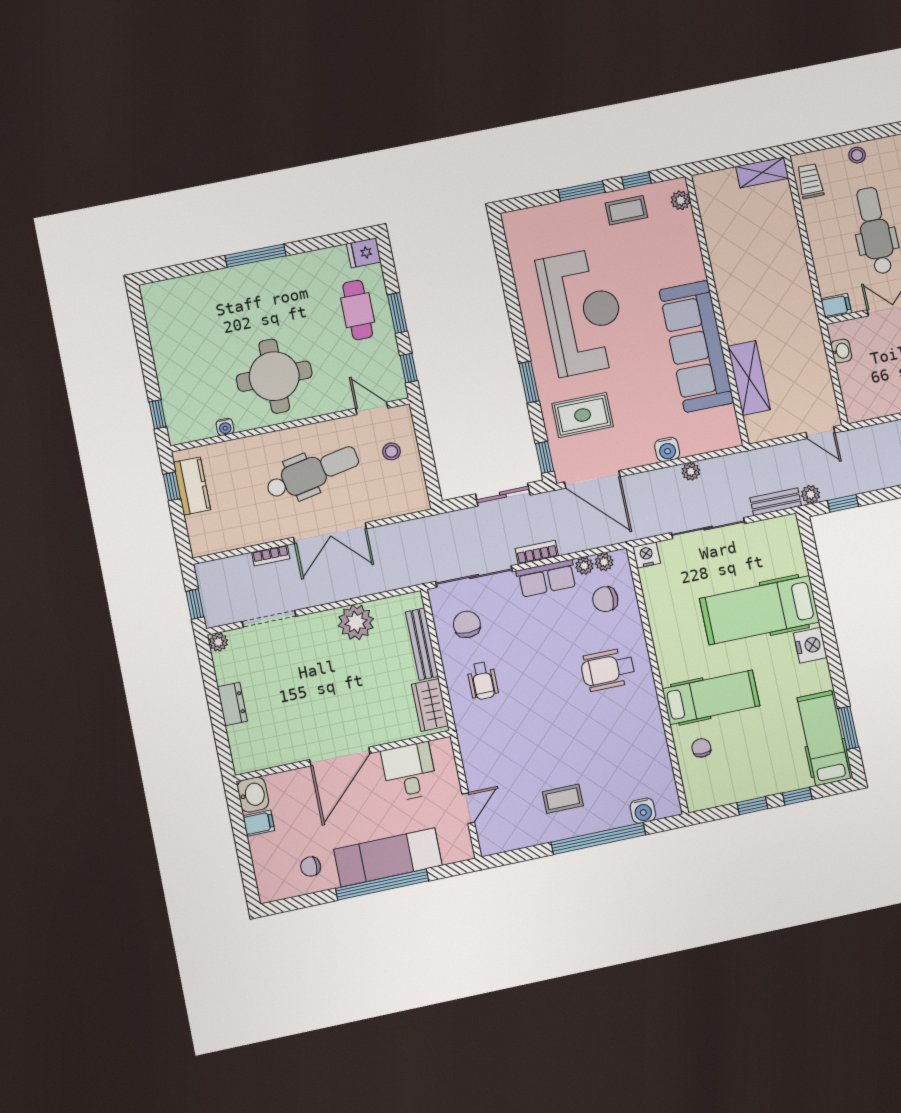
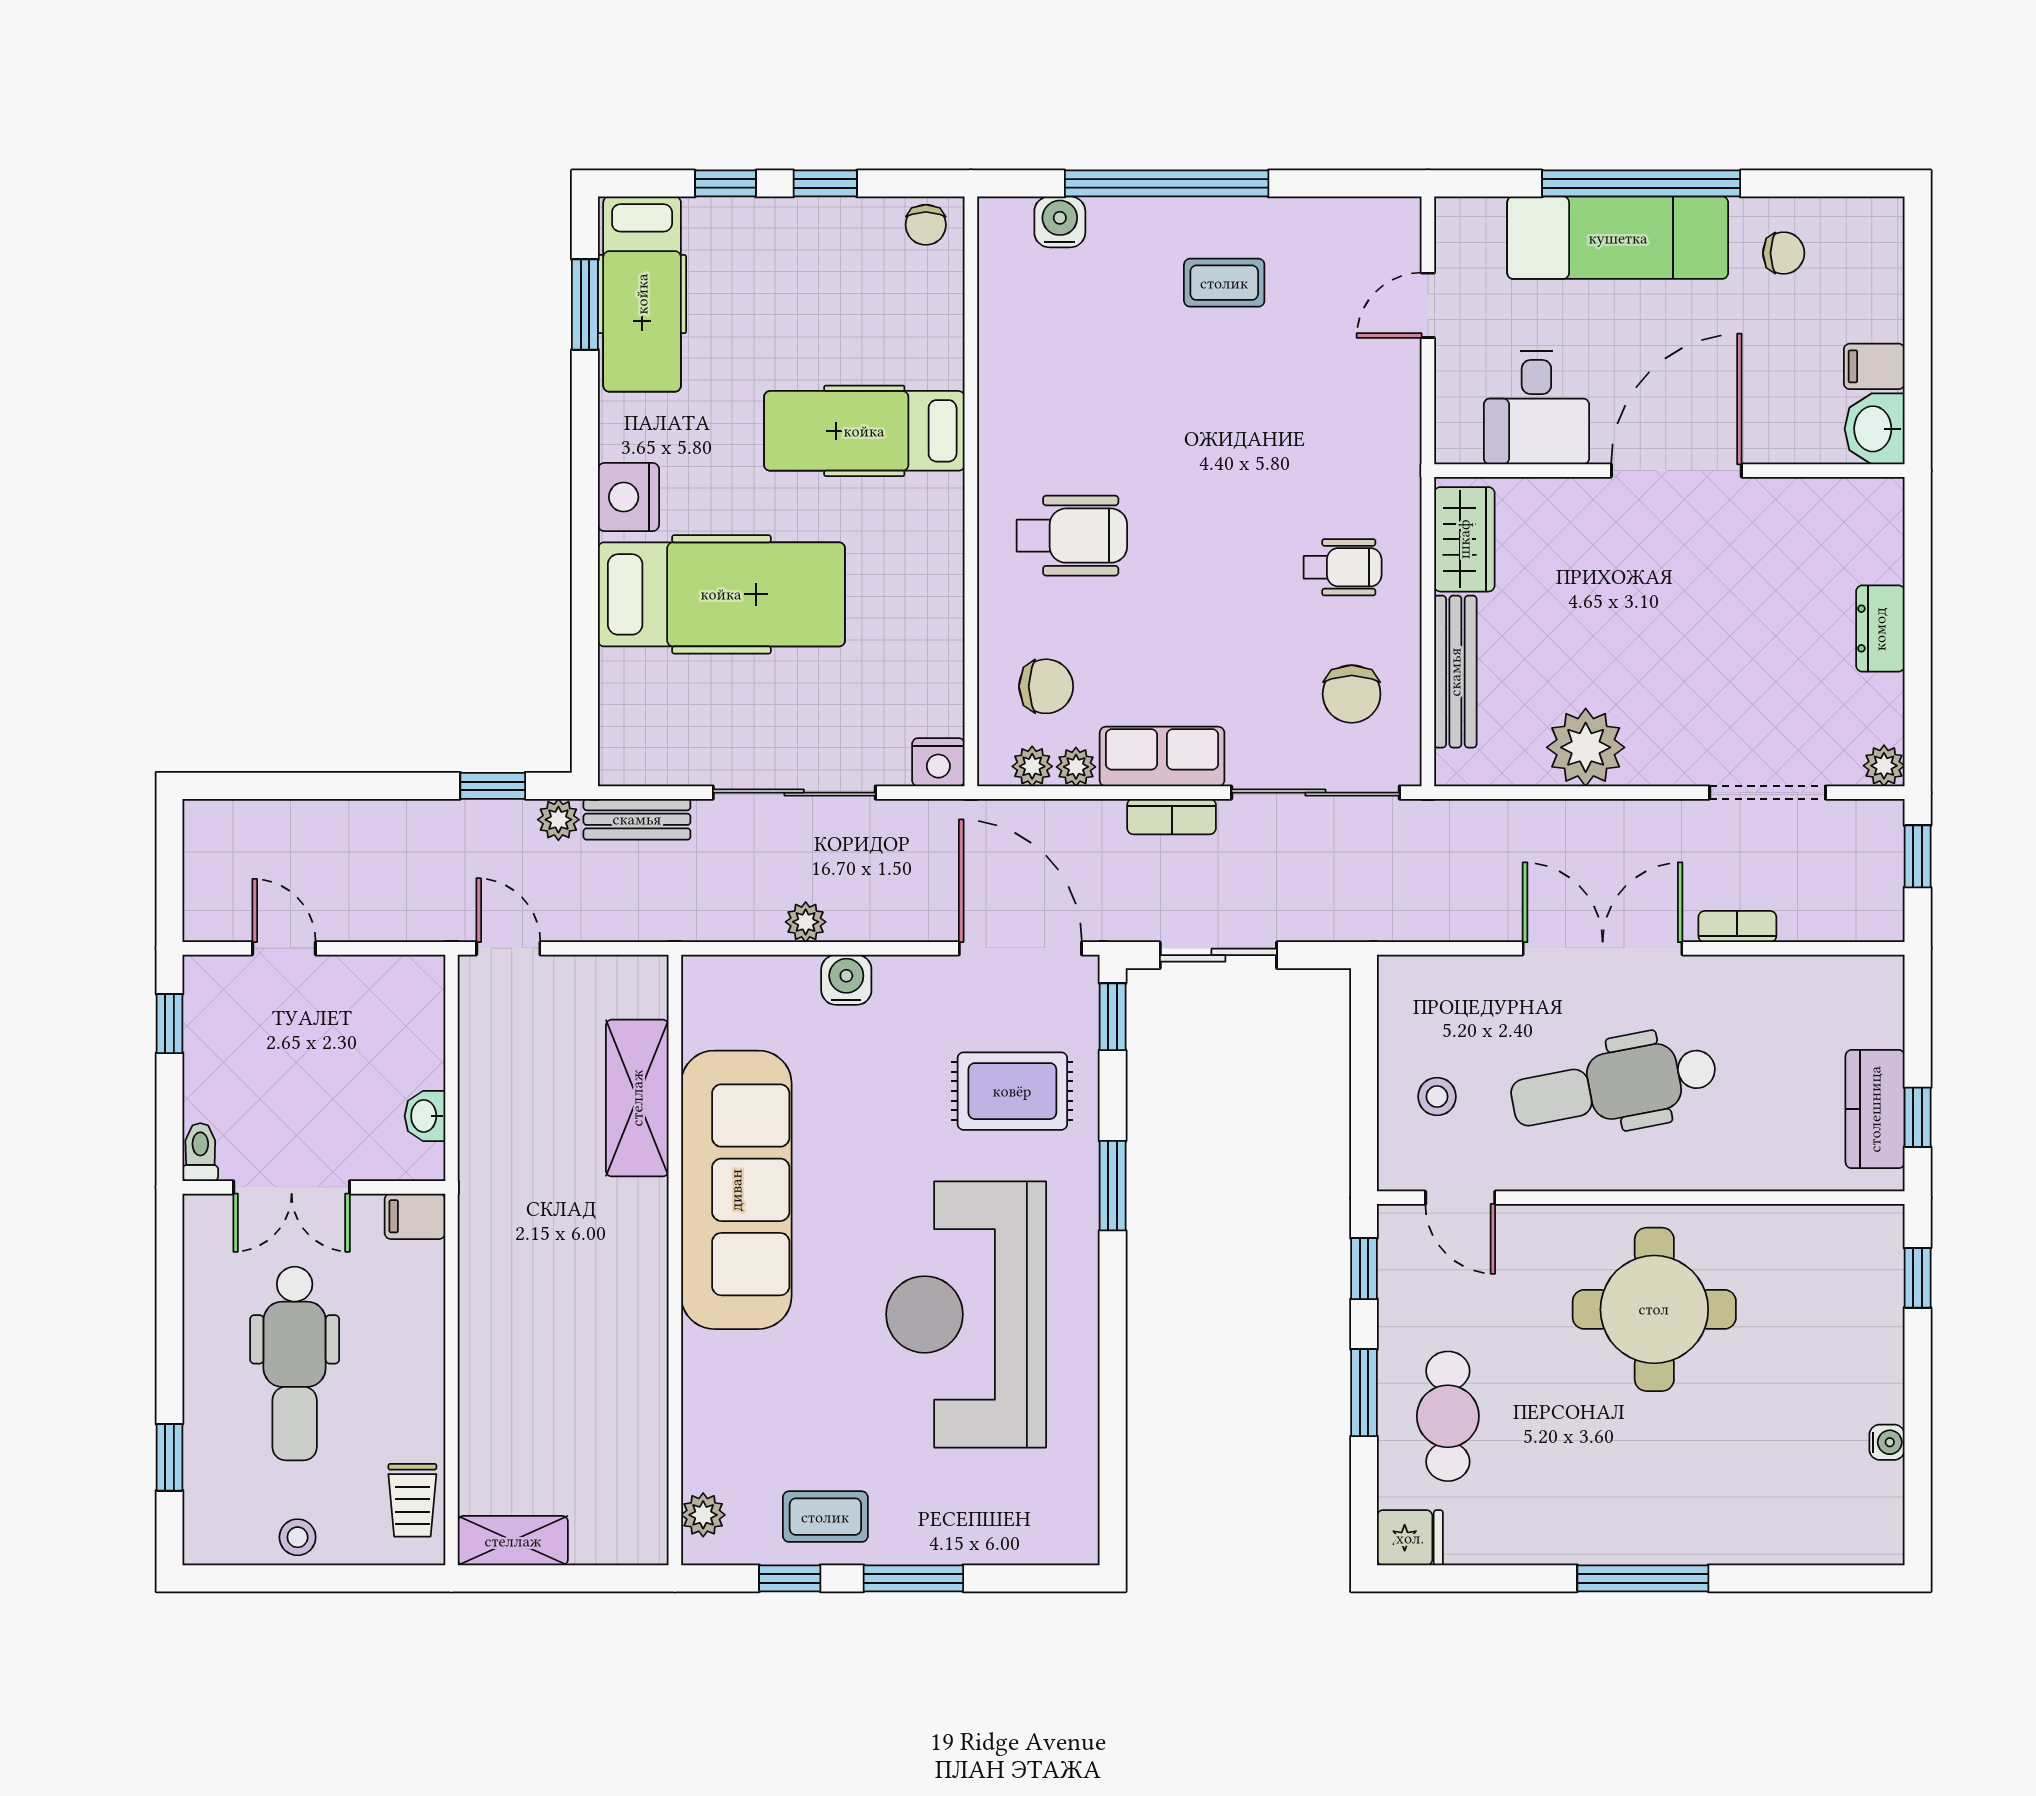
water cooler: (225, 427) -> (1887, 1442), moved, turned 90
wheelchair: (483, 681) -> (1343, 567), turned 90
chair: (701, 748) -> (926, 225), moved

